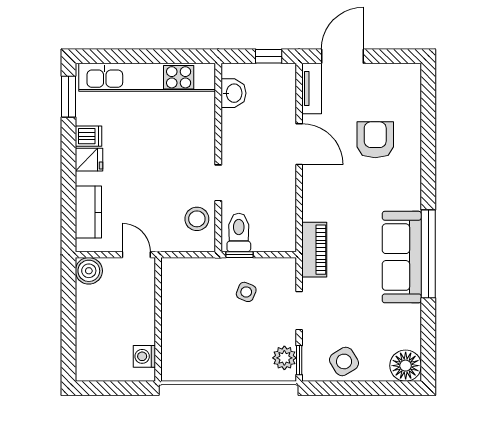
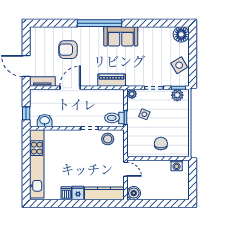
window: (269, 56) -> (26, 113), moved
window: (68, 97) -> (46, 203), removed
kitchen counter: (88, 212) -> (104, 193), width x1.50
piano: (314, 250) -> (112, 80), moved
window: (428, 254) -> (100, 23), moved
door: (136, 255) -> (126, 169), swing flipped
sofa: (402, 257) -> (121, 36), width x0.73
plant: (287, 267) -> (132, 94), added
chair: (188, 325) -> (161, 144), added

